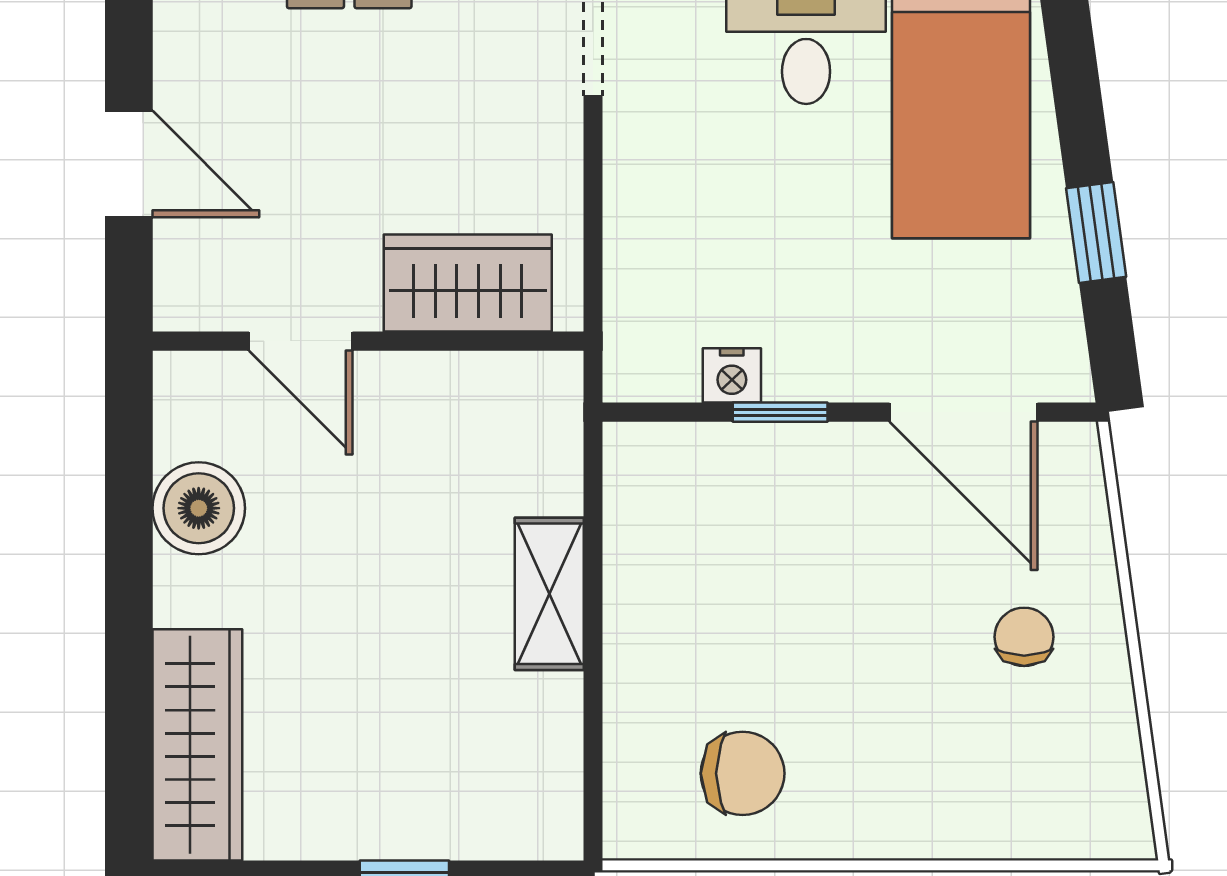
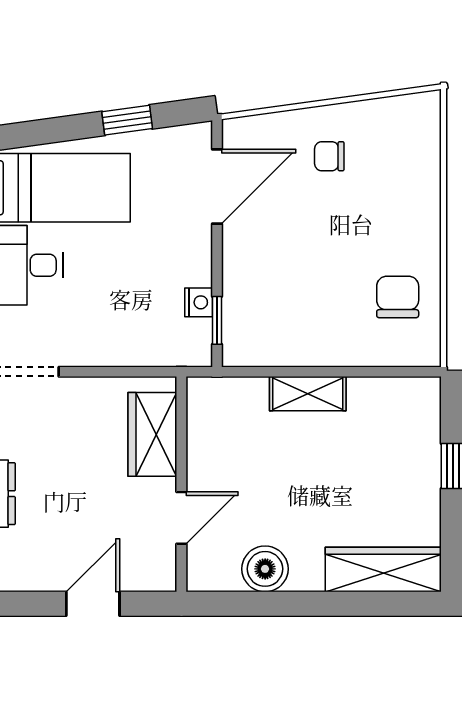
window: (780, 412) -> (217, 320), moved

